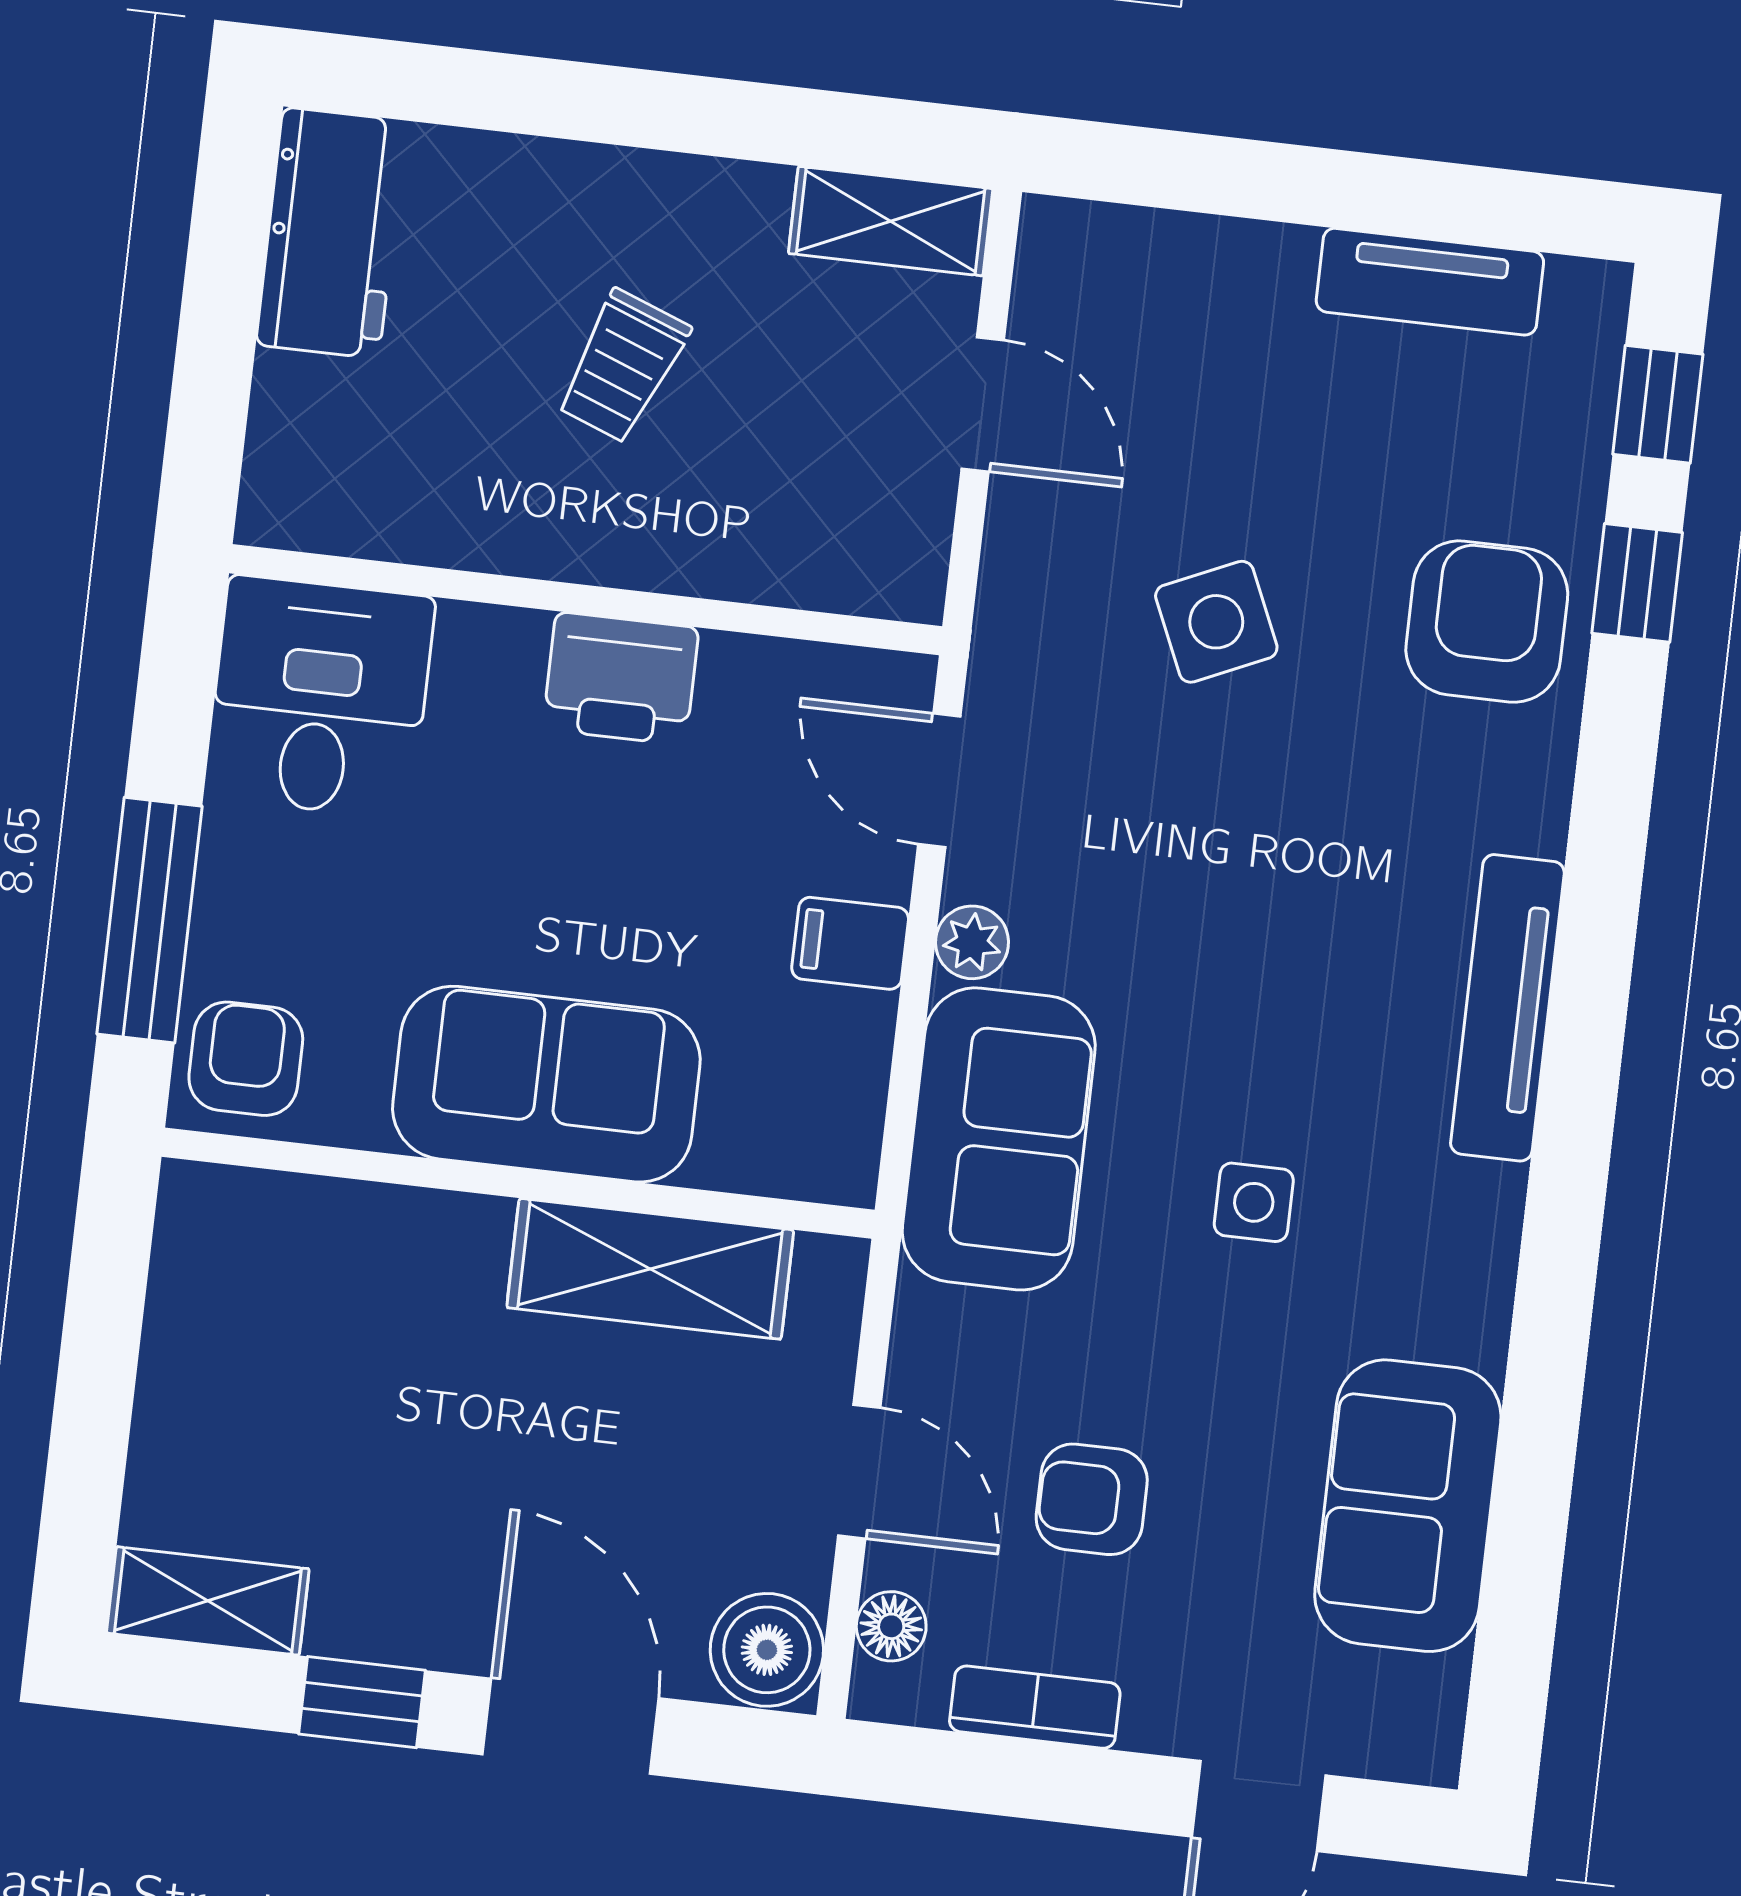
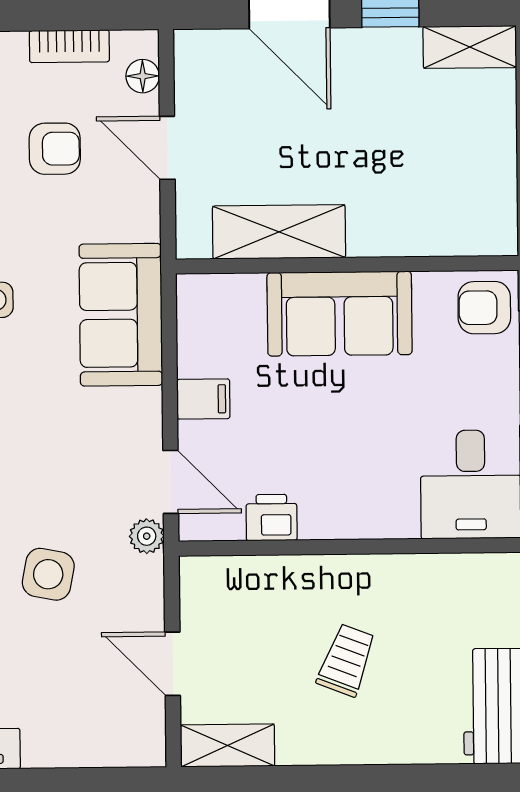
side table: (1216, 622) -> (48, 574), turned 35
printer: (621, 678) -> (272, 517), moved, width x0.73, depth x0.81
plant: (972, 942) -> (147, 536), moved
armchair: (246, 1059) -> (484, 308), turned 90
boiler: (767, 1650) -> (200, 57), removed

